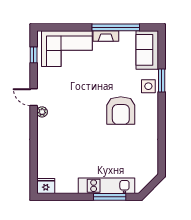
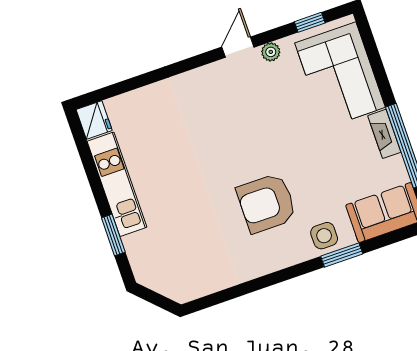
plant: (42, 112) -> (271, 52), moved
kitchen unit: (107, 186) -> (117, 184), moved
window: (110, 197) -> (113, 235), width x0.69

